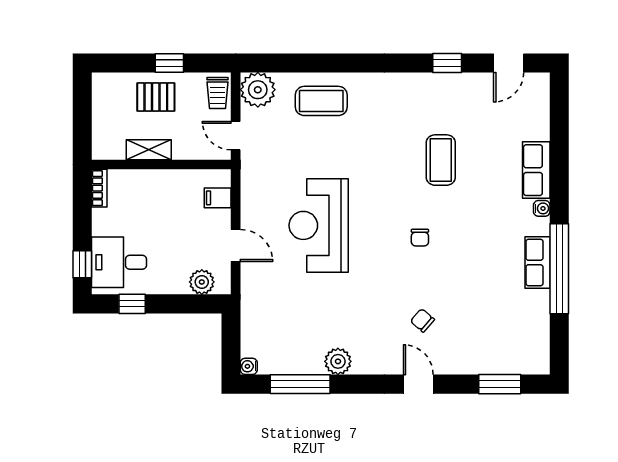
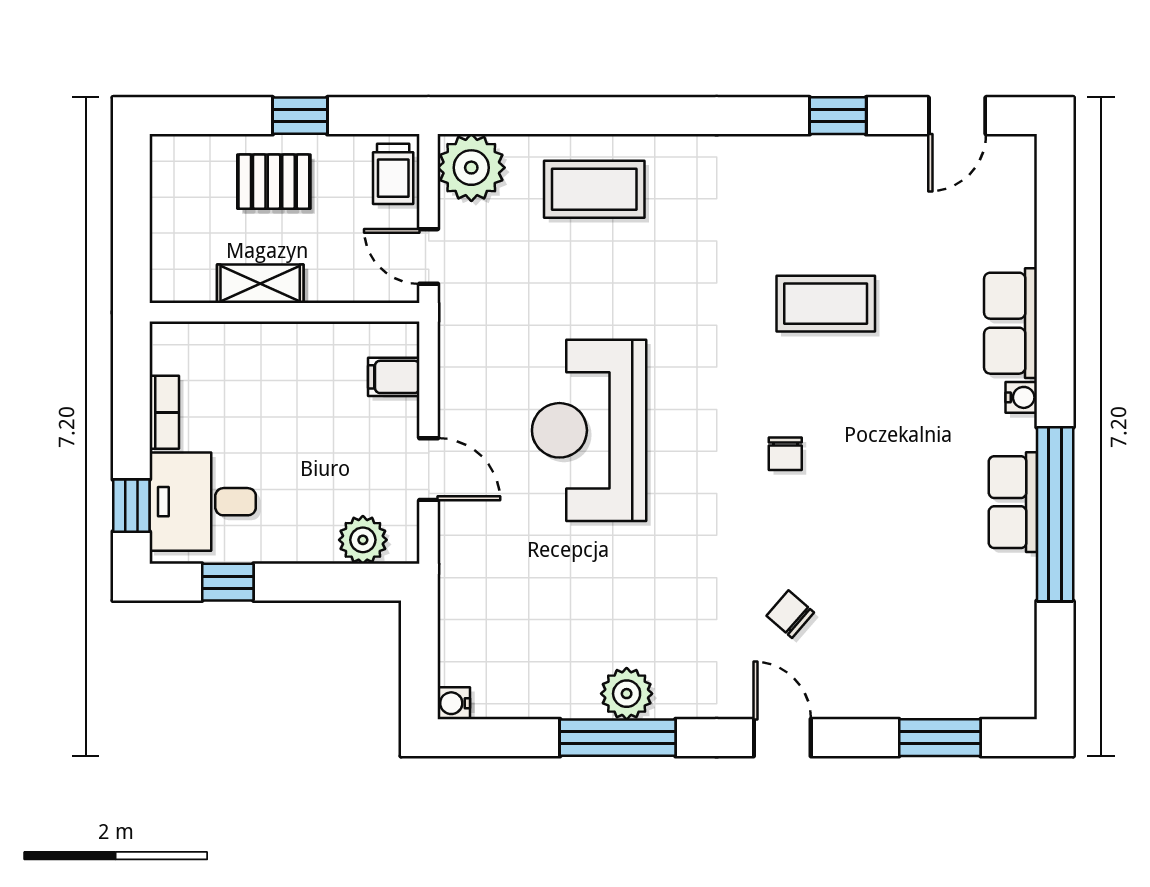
coffee table: (441, 160) -> (826, 304), turned 90
bookcase: (99, 188) -> (164, 412), moved
window: (300, 384) -> (618, 738), moved

